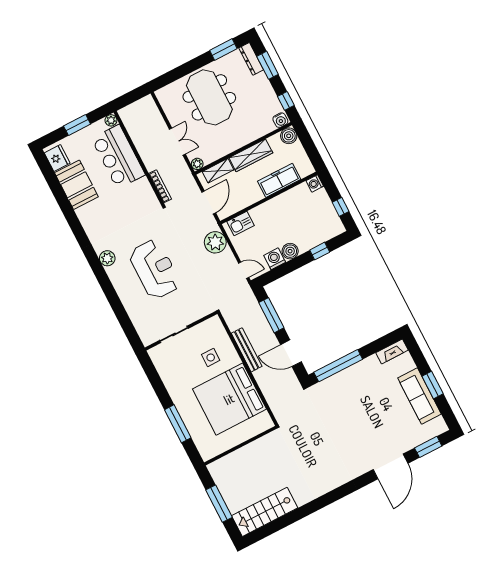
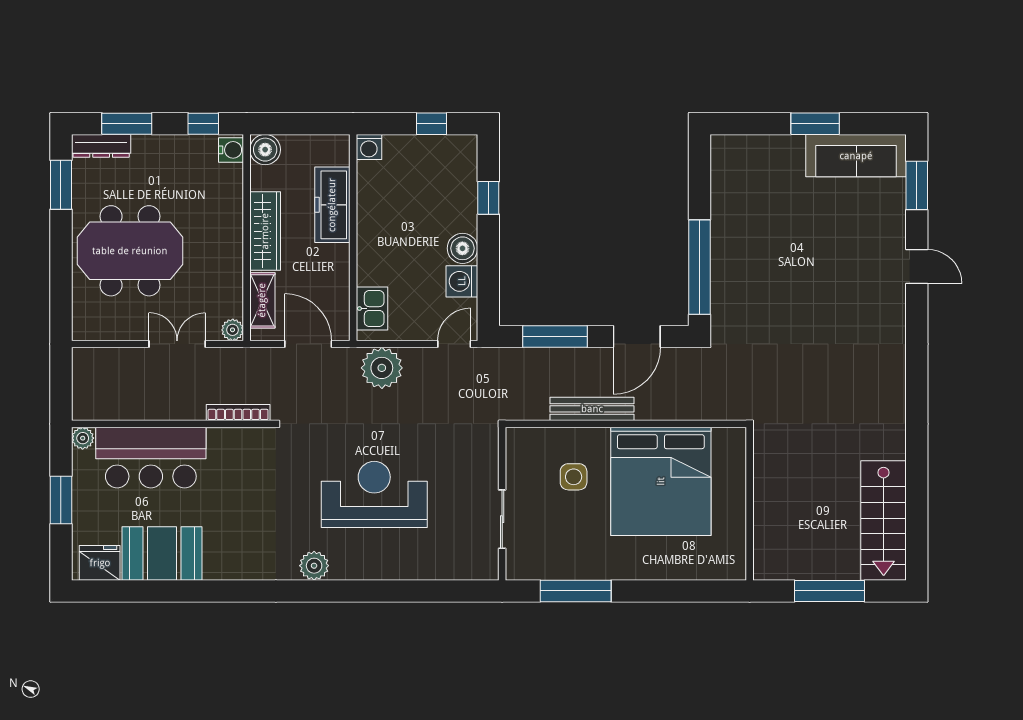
fireplace: (392, 351) -> (723, 163), removed
sofa: (419, 396) -> (856, 156), moved
window: (178, 424) -> (576, 591), moved
door: (391, 466) -> (917, 266), width x0.53

